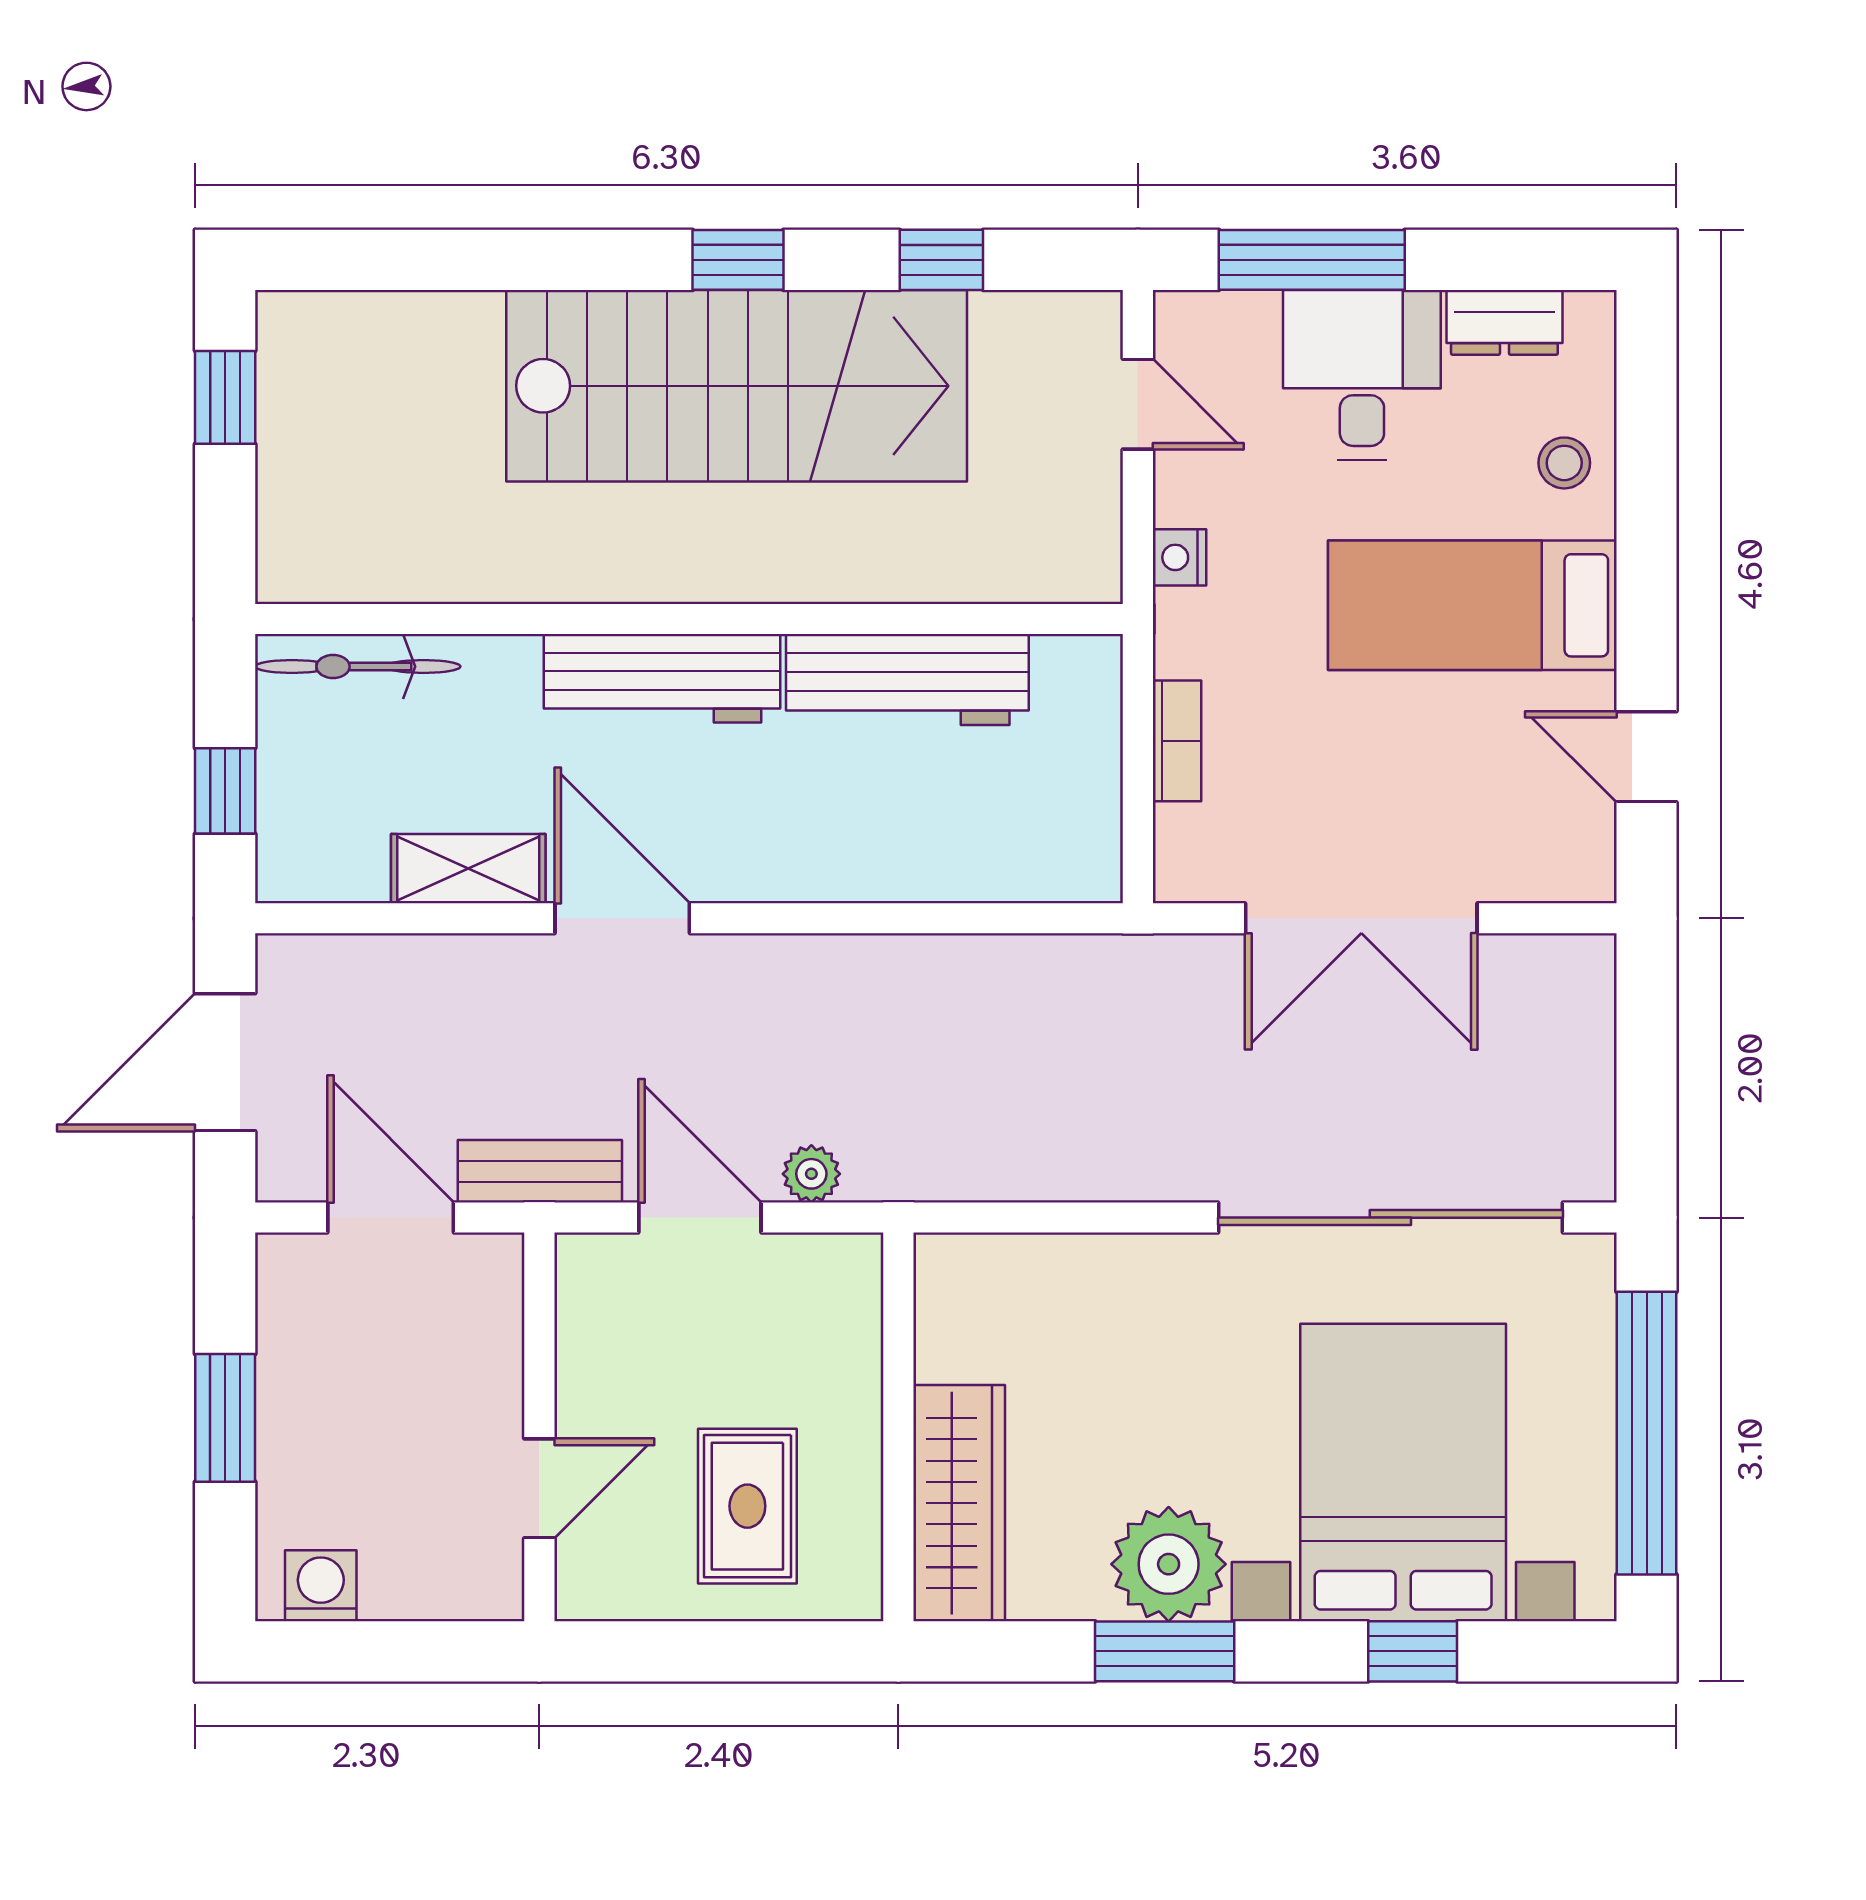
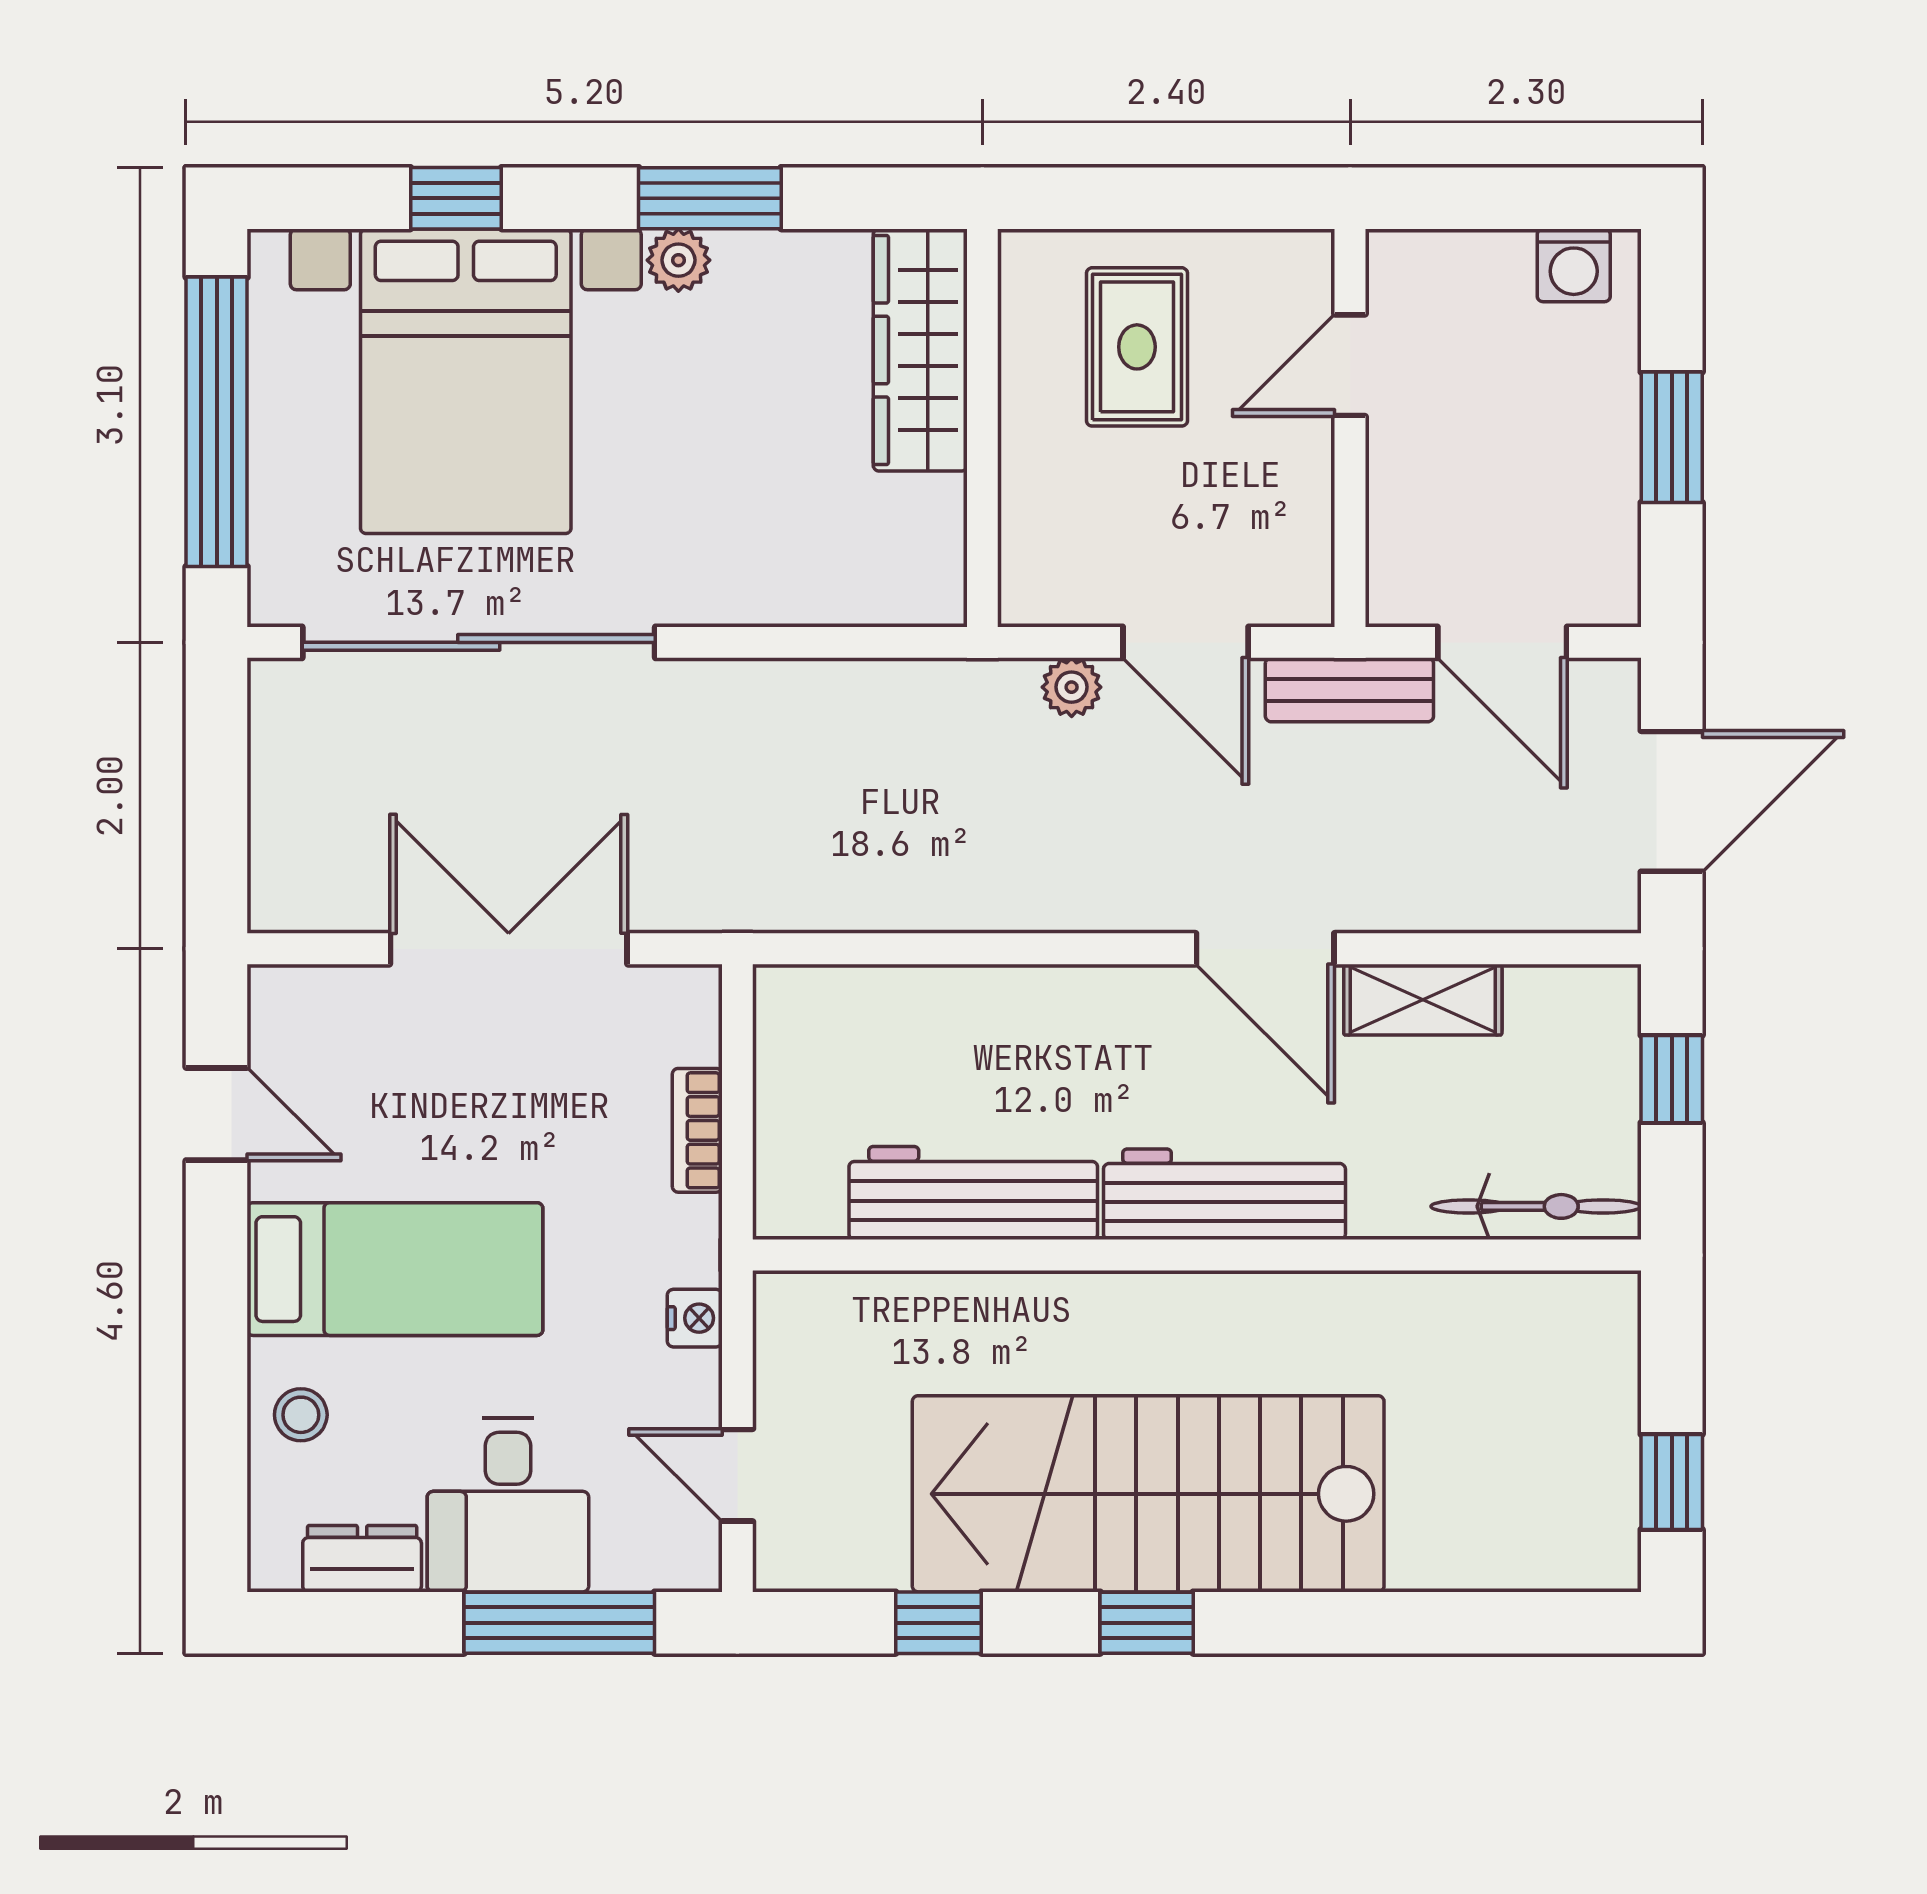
plant: (1169, 1564) -> (678, 260), width x0.53, depth x0.53

